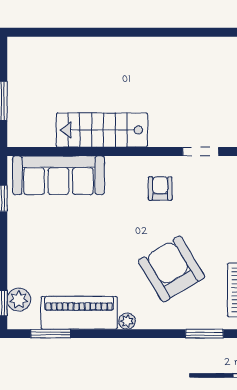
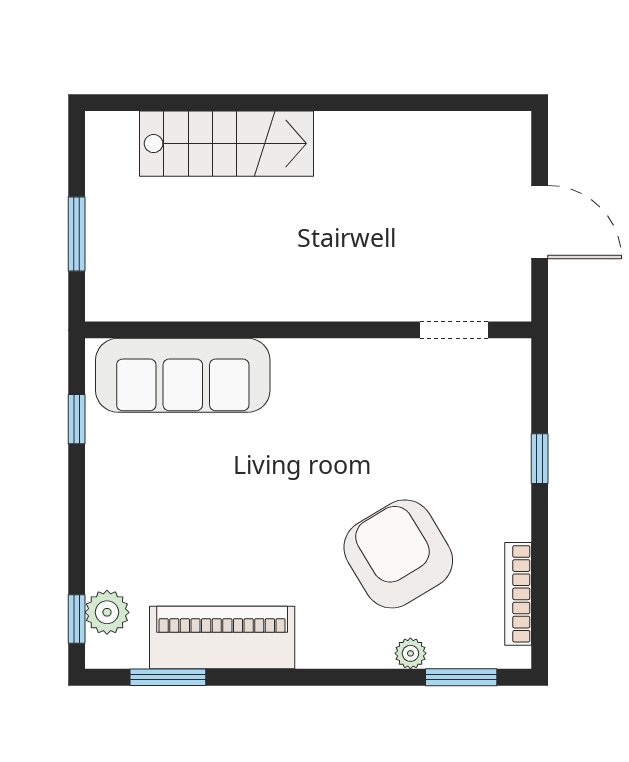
stairs: (102, 130) -> (226, 144), moved, turned 180
armchair: (160, 189) -> (377, 401), removed
plant: (127, 321) -> (410, 653), moved

